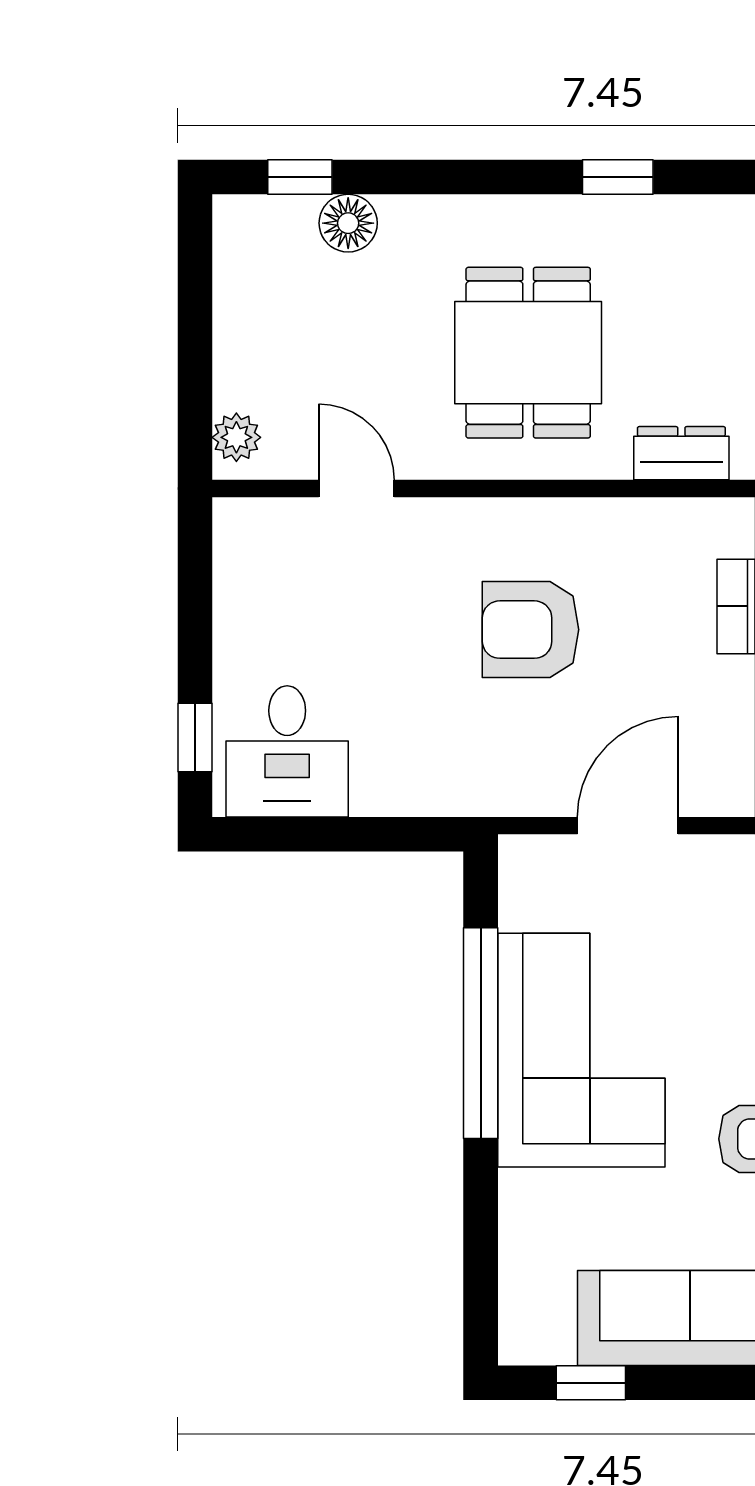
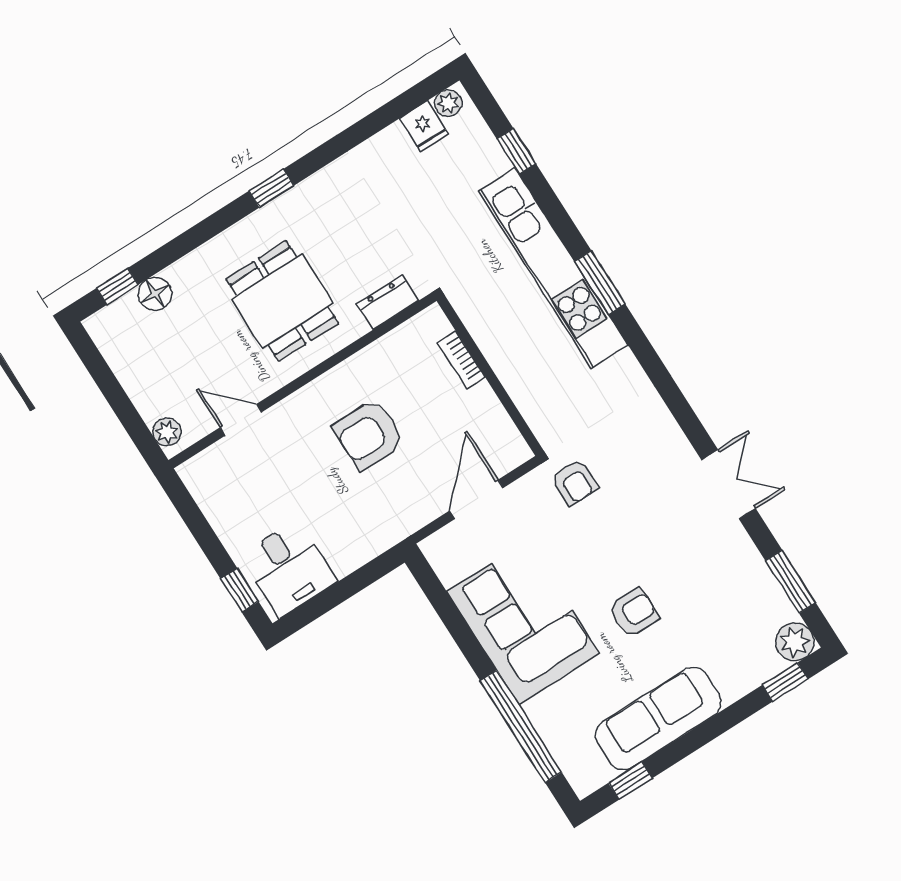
window: (481, 1033) -> (521, 726), moved

